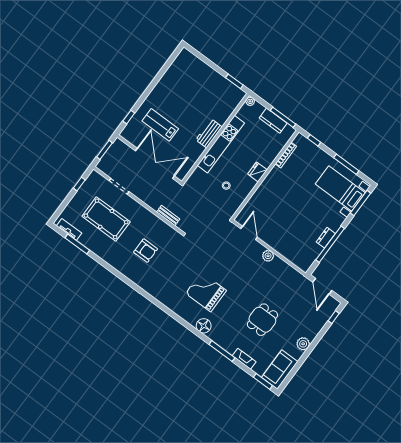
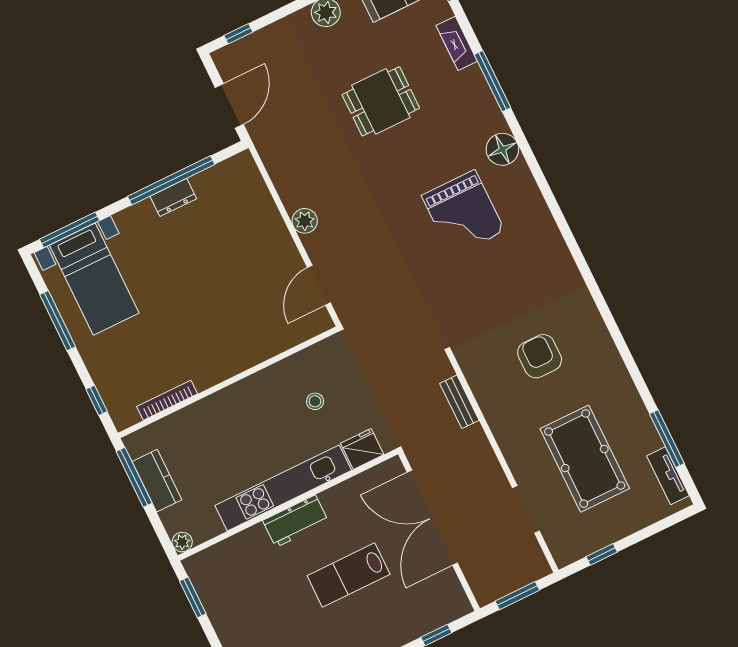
lab bench: (160, 125) -> (349, 575), moved, turned 90
fridge: (257, 172) -> (362, 449), moved, turned 180

